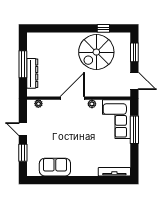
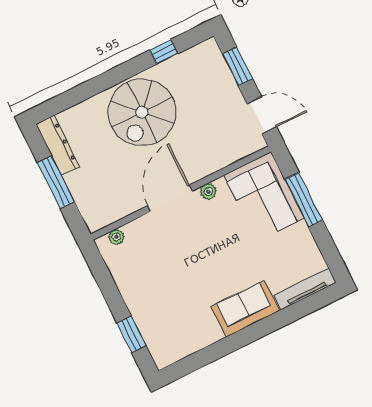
spiral stairs: (96, 52) -> (142, 112), moved
dresser: (32, 73) -> (58, 145), moved
door: (23, 129) -> (111, 294), removed
sofa: (55, 167) -> (245, 309), moved

